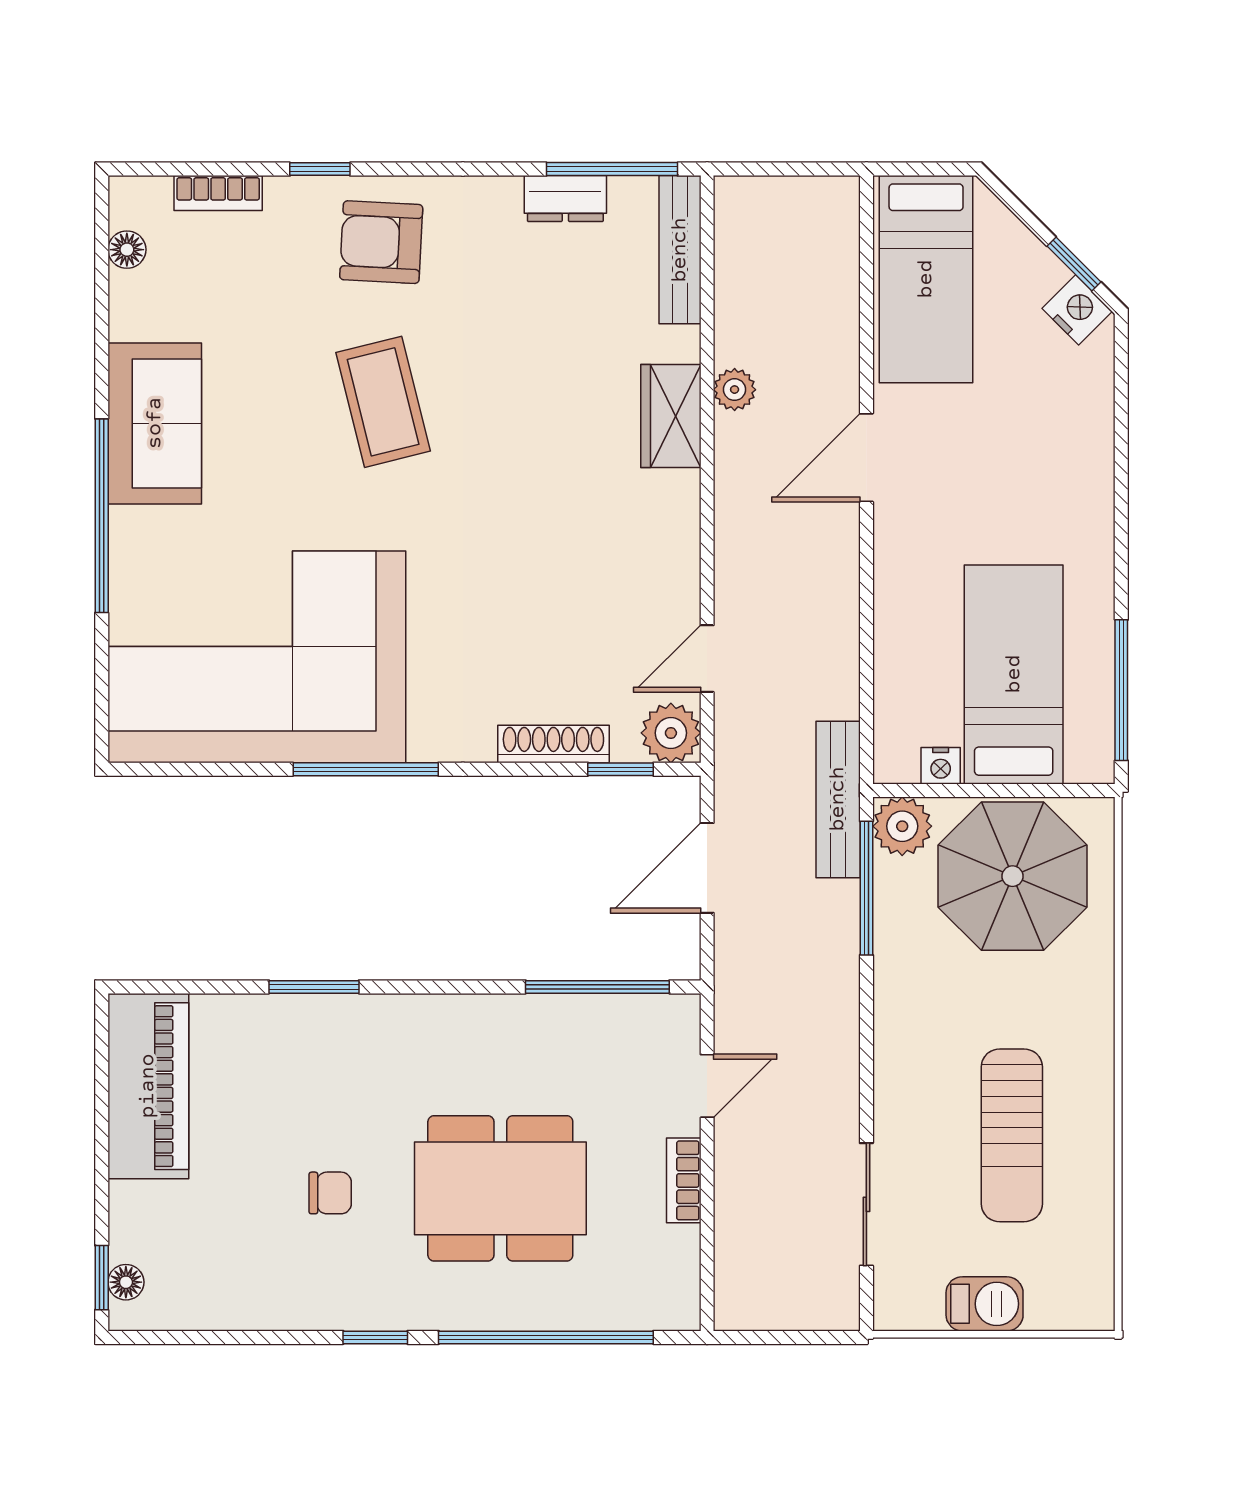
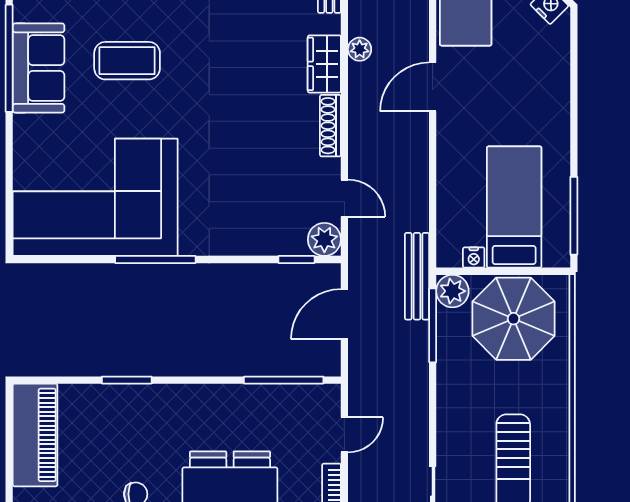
coffee table: (383, 402) -> (127, 61), moved, turned -76
window: (102, 516) -> (9, 58), moved
door: (707, 659) -> (344, 198), swing flipped
shoe rack: (553, 744) -> (330, 126), moved, turned -90

